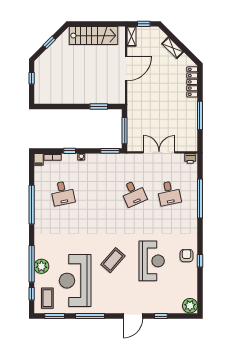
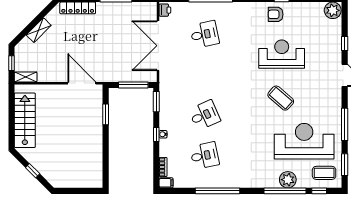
door: (126, 68) -> (82, 83), moved
window: (32, 78) -> (74, 191), removed
window: (70, 151) -> (156, 135), moved
double door: (159, 152) -> (158, 46), width x1.36
desk: (133, 193) -> (205, 115), moved
reception desk: (75, 281) -> (304, 141), turned 180

